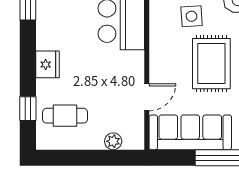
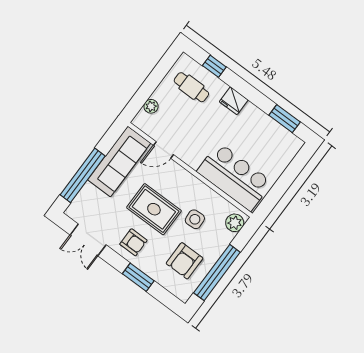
door: (147, 97) -> (163, 150), hinge flipped
cafe table: (65, 116) -> (191, 87), turned 90

